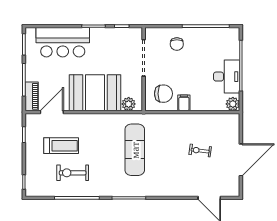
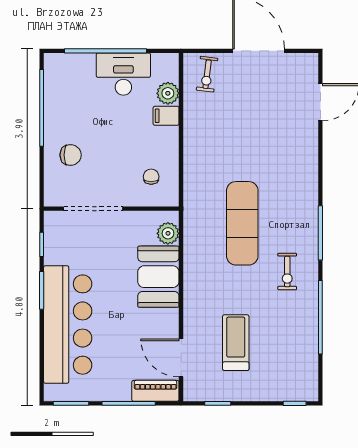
bar counter: (63, 42) -> (68, 325), width x1.36
booth: (95, 93) -> (158, 277), width x0.73, depth x0.70
chair: (163, 94) -> (151, 177), width x0.54, depth x0.54
filing cabinet: (184, 103) -> (166, 116), moved
plant: (233, 104) -> (168, 93), moved
exercise mat: (135, 150) -> (242, 223), turned 90
exercise bike: (200, 151) -> (207, 74), moved
exercise bike: (73, 173) -> (287, 272), moved, width x0.73, depth x0.72

